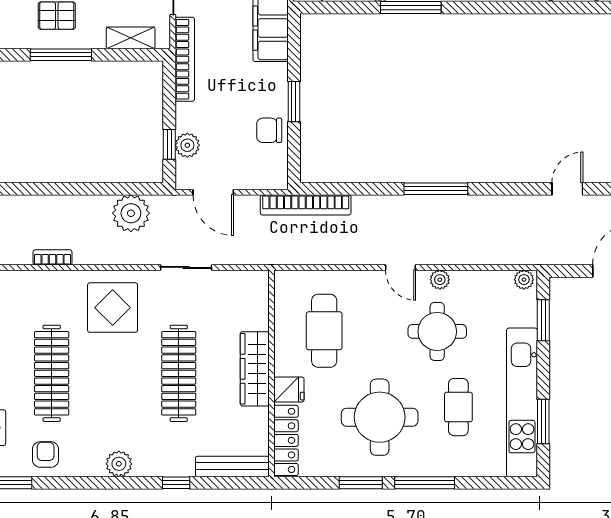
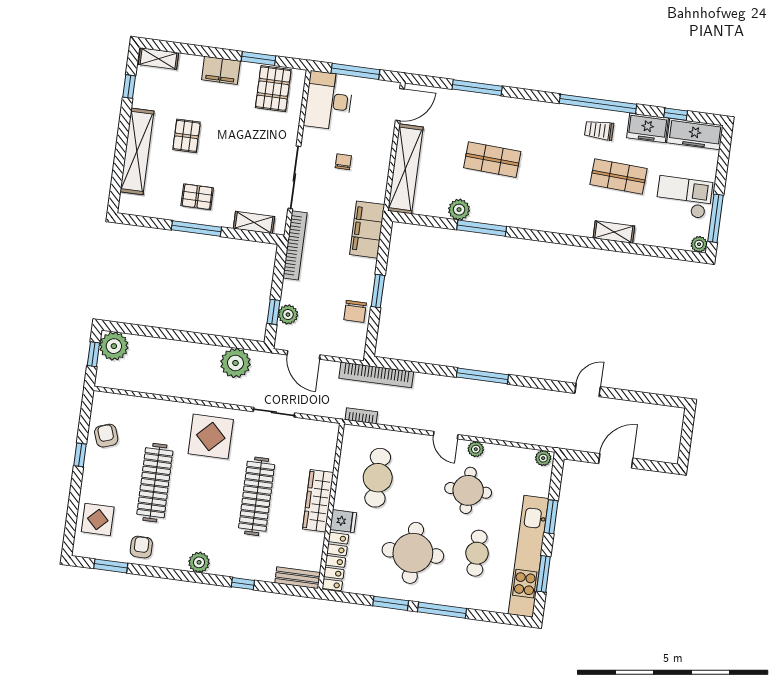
chair: (269, 130) -> (355, 311), turned -90
bookcase: (53, 257) -> (361, 416), moved
window: (543, 320) -> (551, 517), moved
bench: (232, 466) -> (298, 578), width x0.73

